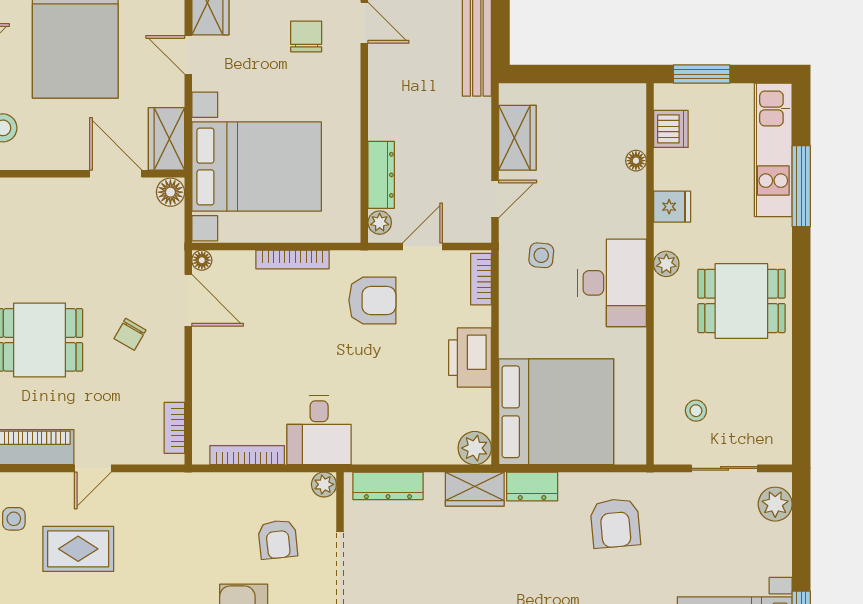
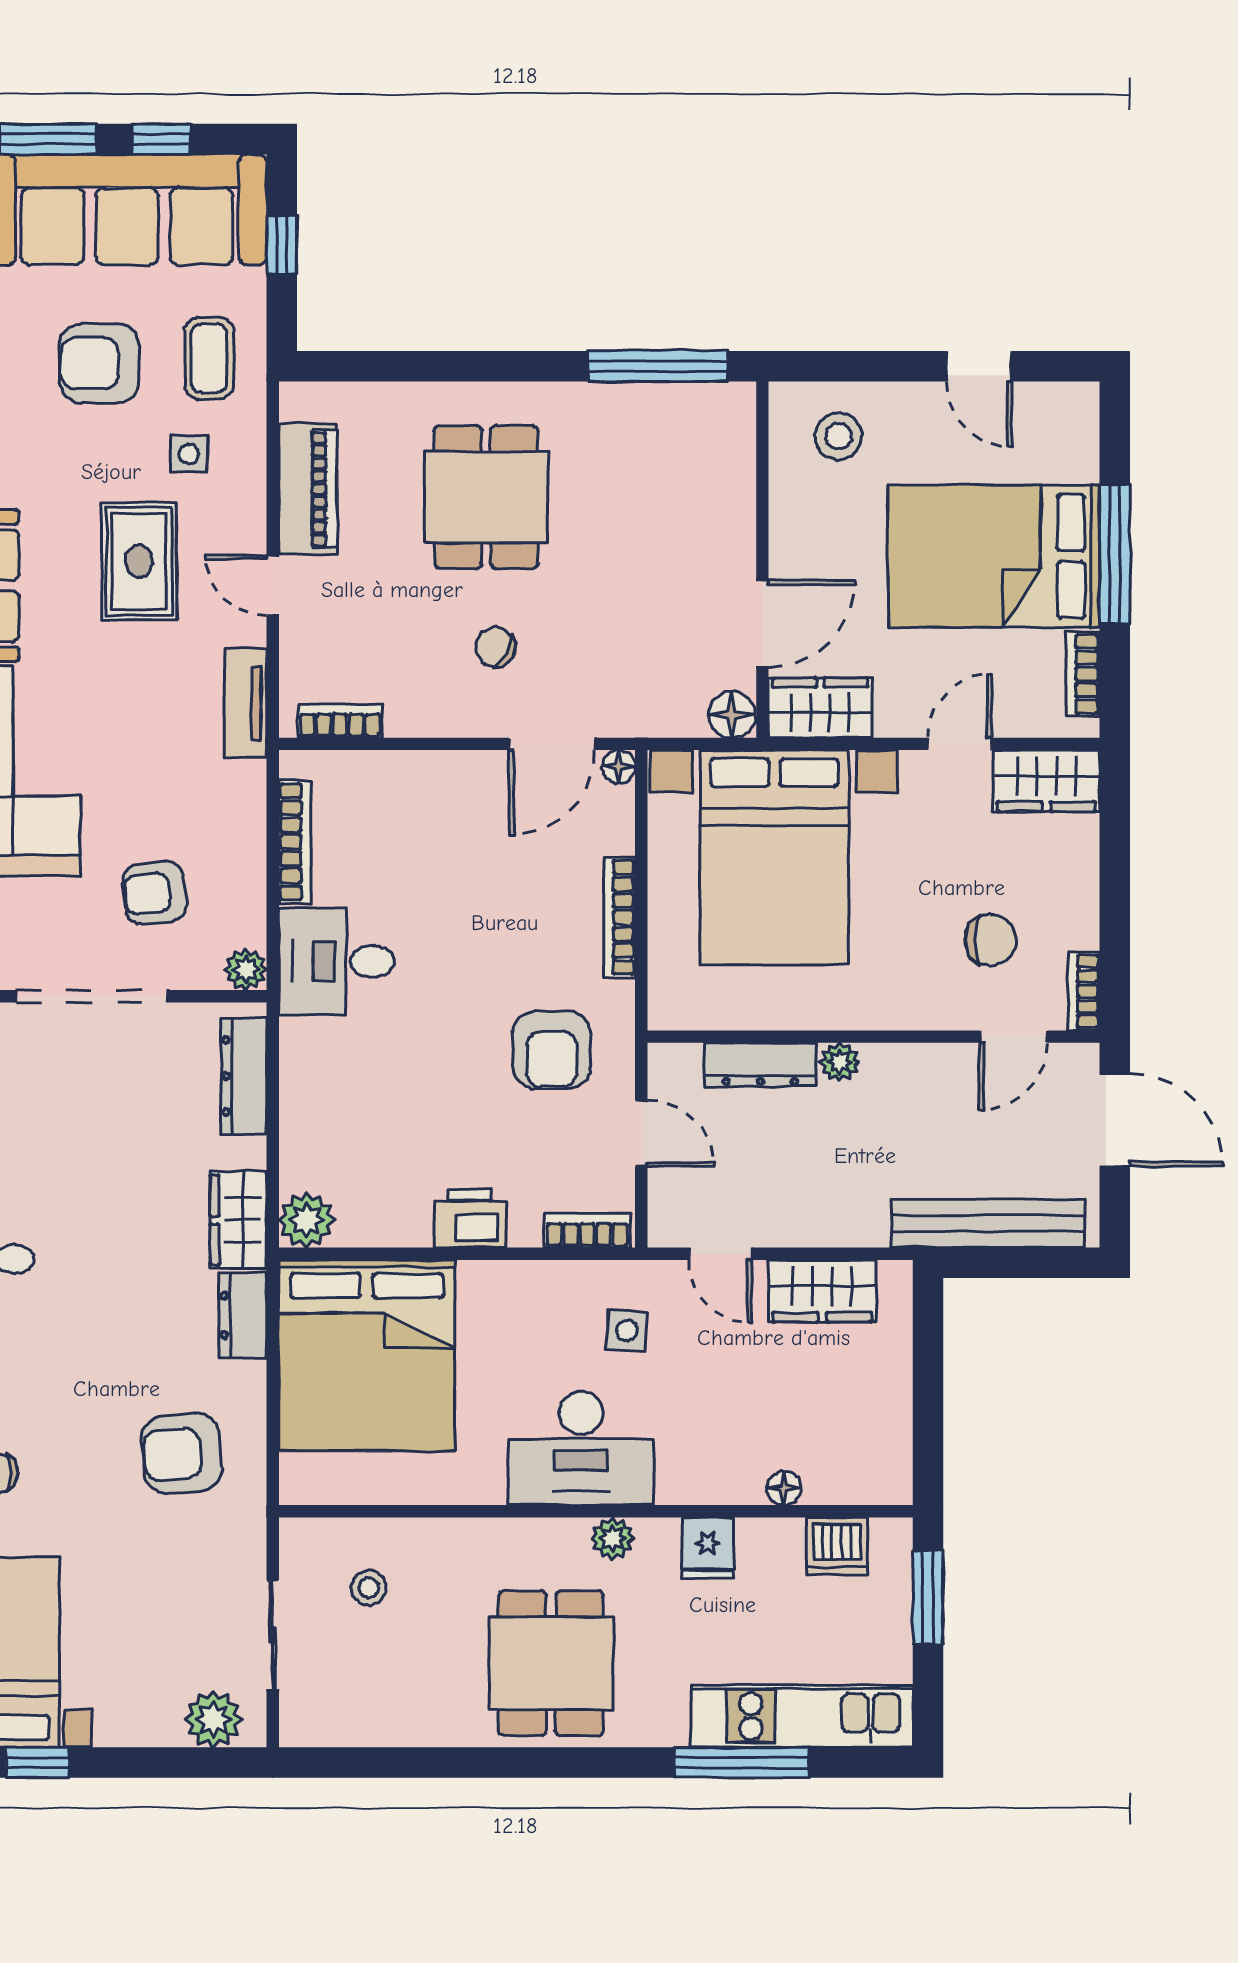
plant: (380, 223) -> (840, 1062), moved
printer: (470, 358) -> (470, 1218), width x0.73, depth x0.84
tv unit: (164, 485) -> (246, 703), added

